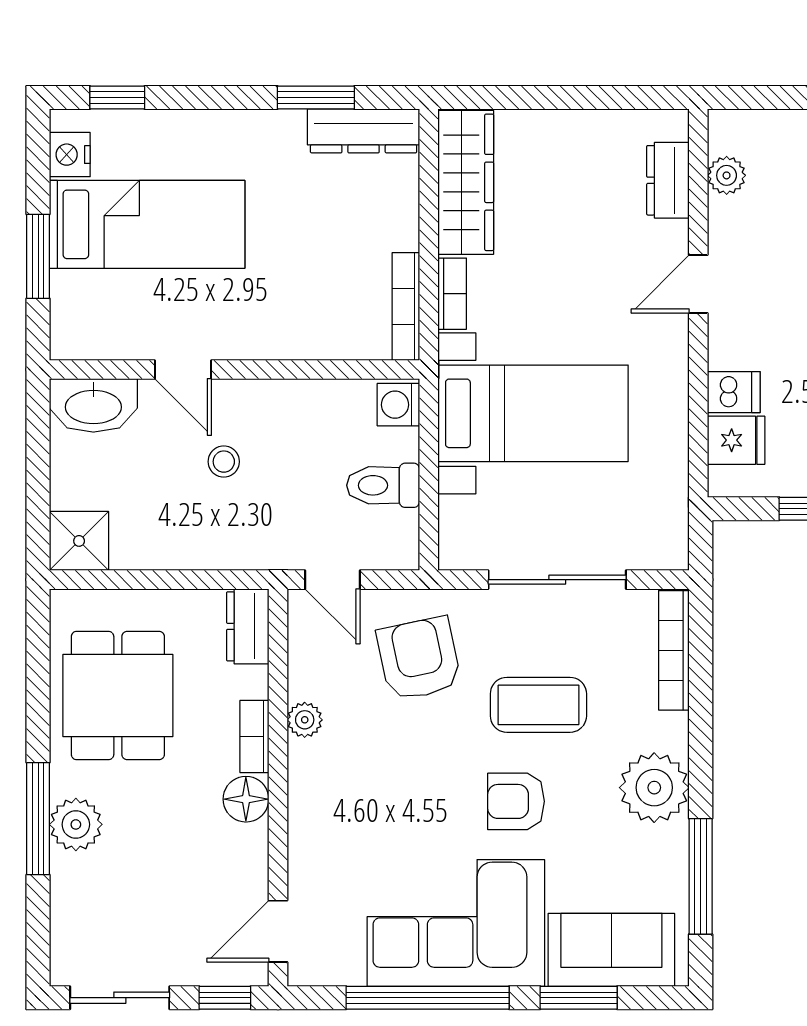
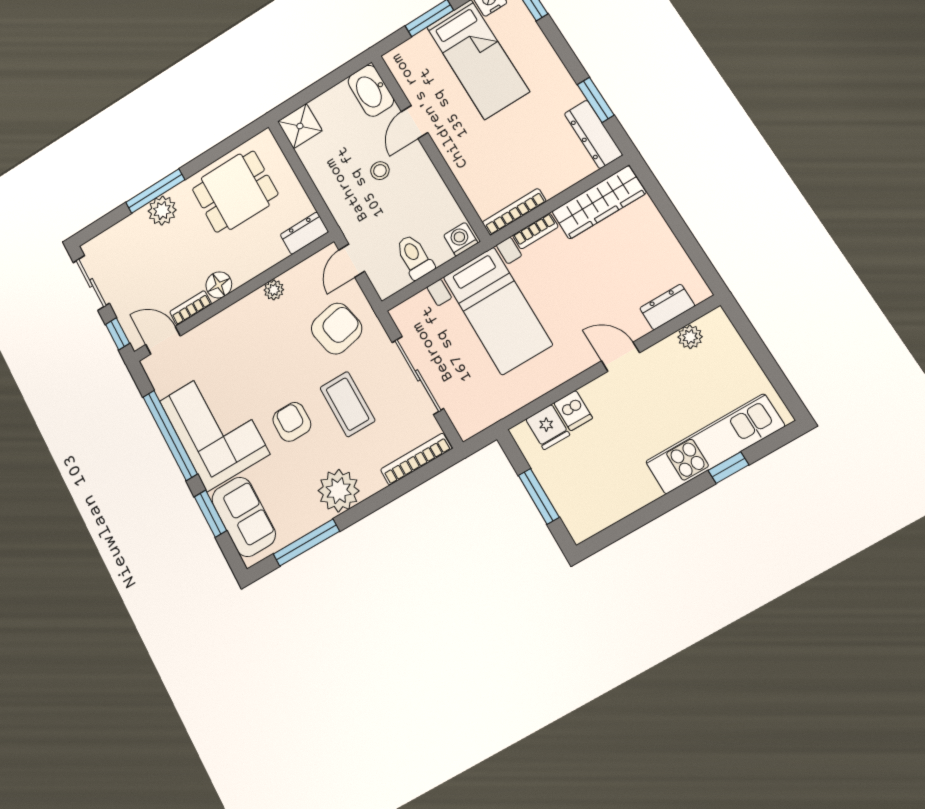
bookcase: (254, 737) -> (191, 308), moved

